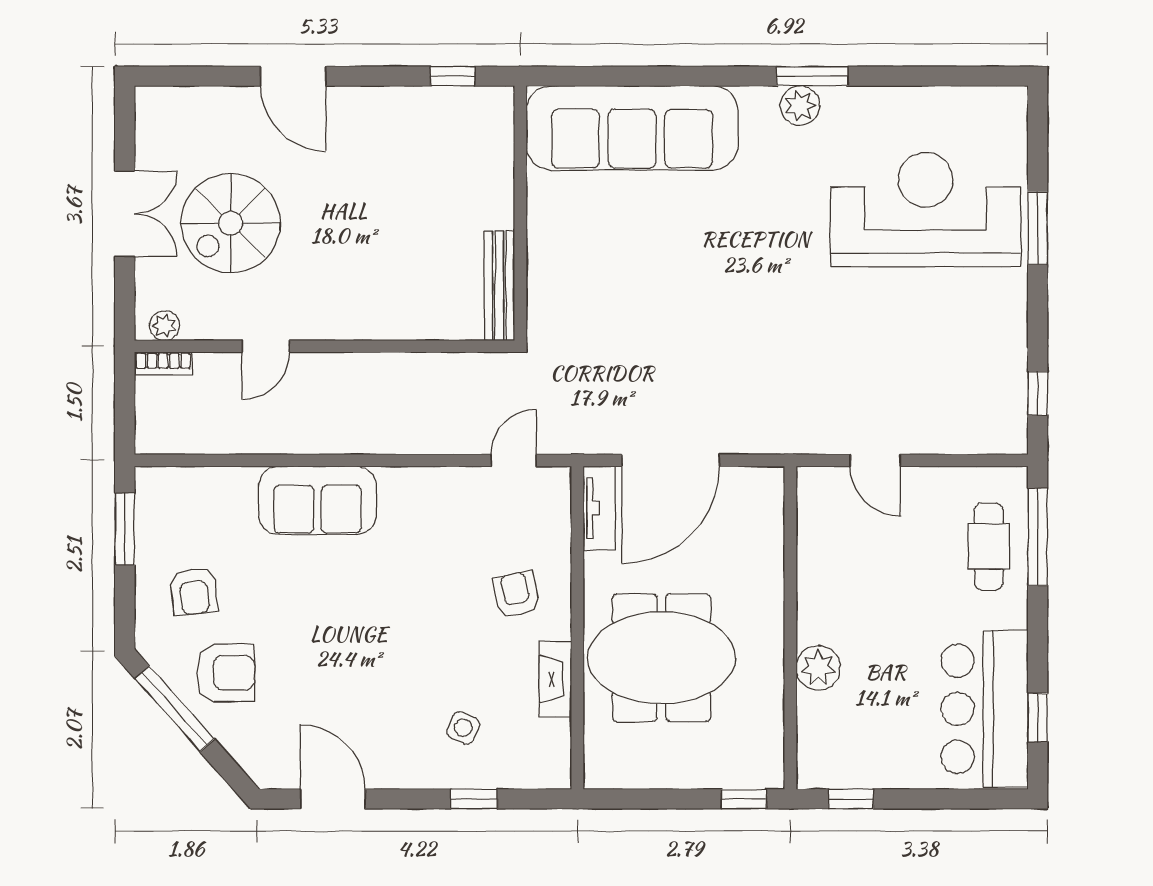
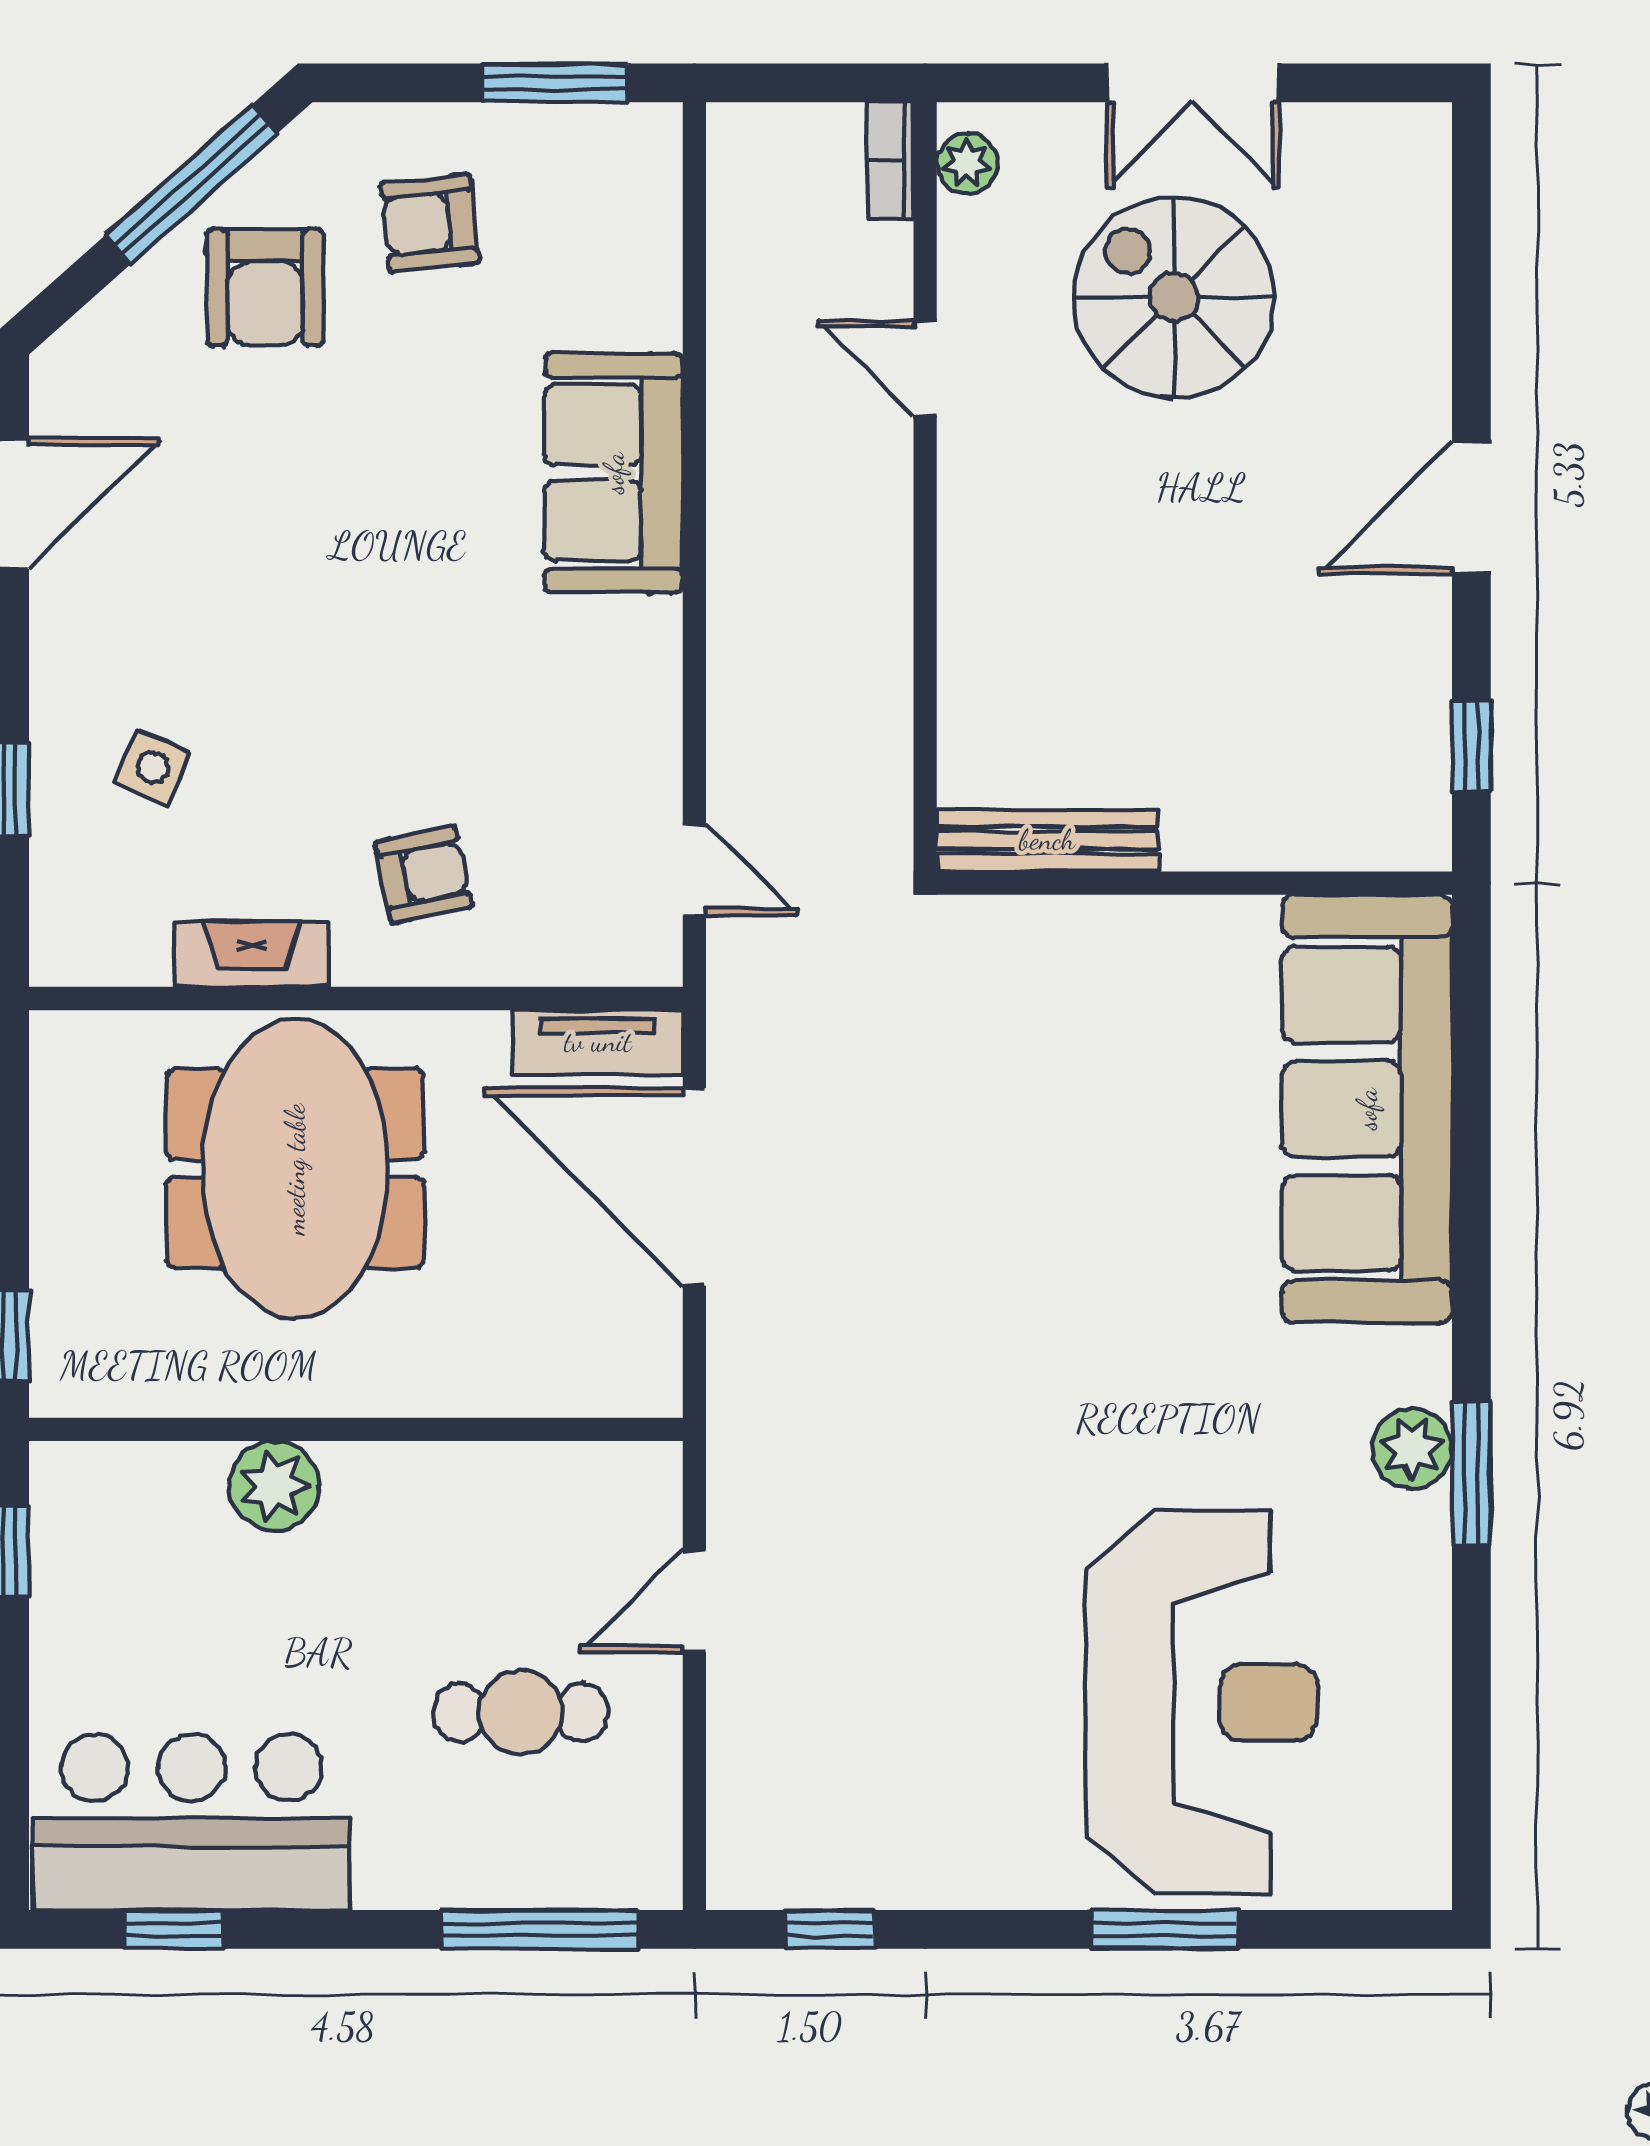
door: (293, 76) -> (1471, 508), moved
cafe table: (989, 546) -> (520, 1712), moved

